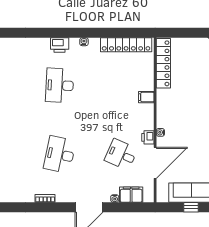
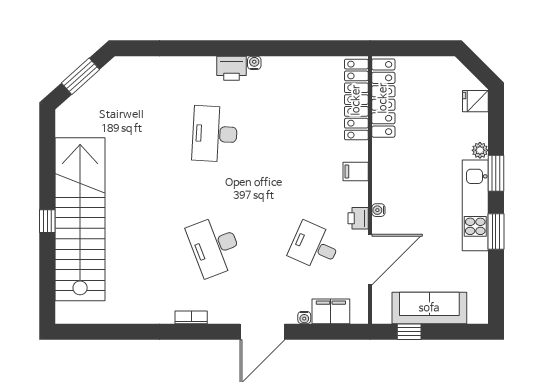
printer: (60, 45) -> (231, 68), moved
locker: (126, 45) -> (356, 100), moved, turned 90
filing cabinet: (146, 97) -> (356, 171), moved
desk: (60, 155) -> (215, 246), turned -33
window: (191, 207) -> (409, 332), moved

